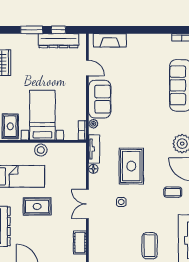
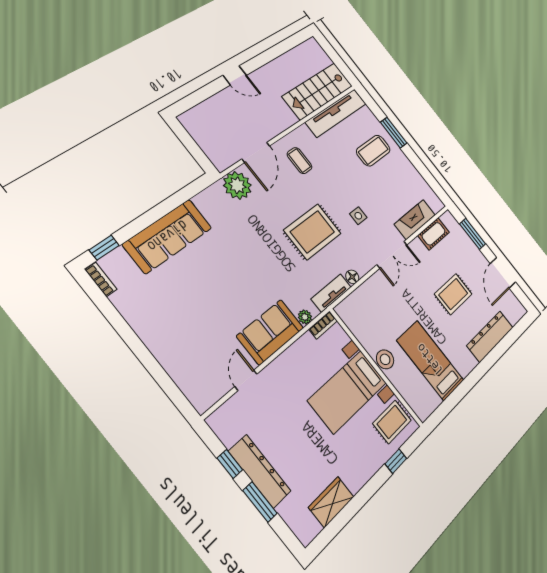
fireplace: (110, 40) -> (415, 220), moved, turned -90
dresser: (58, 41) -> (260, 471), moved
rug: (37, 206) -> (453, 294), moved, turned 90

